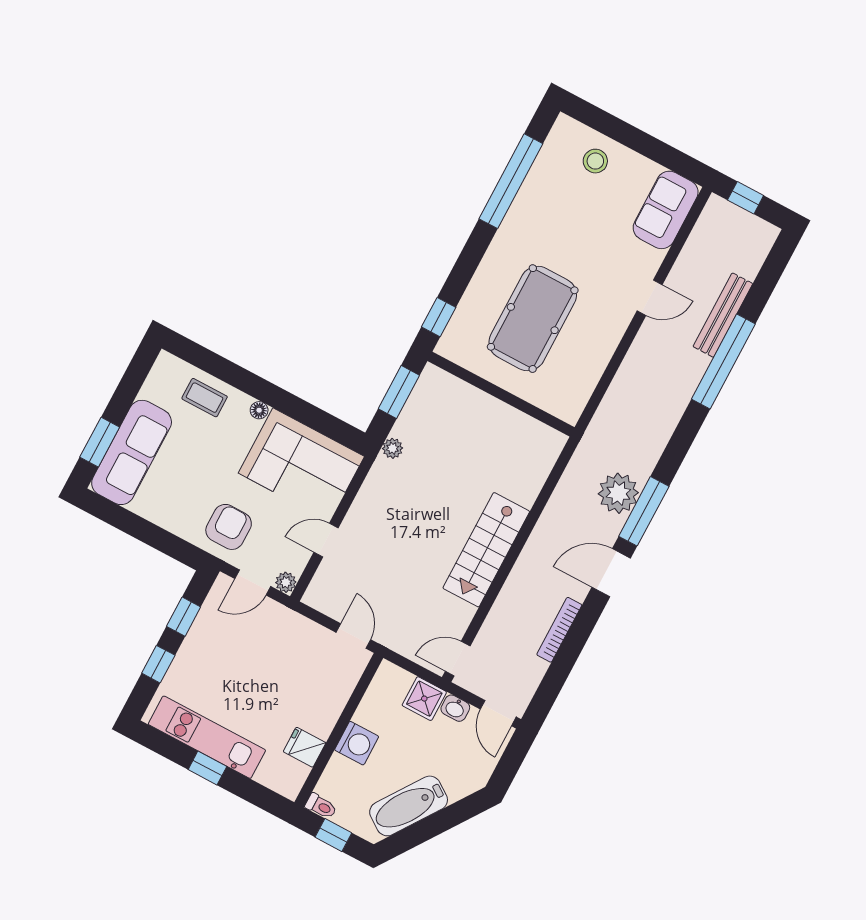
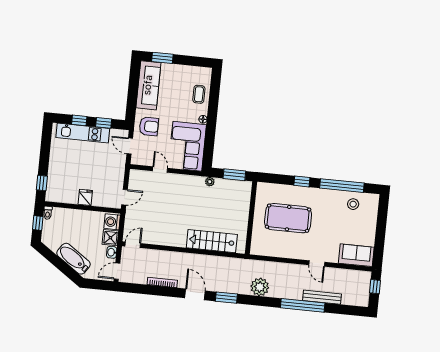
stool: (595, 161) -> (353, 204), moved
window: (439, 317) -> (302, 181), moved
sofa: (132, 452) -> (148, 85), moved, turned -90
plant: (618, 493) -> (260, 287), moved
window: (644, 511) -> (226, 298), width x0.69
stairs: (486, 550) -> (212, 241), moved
plant: (286, 582) -> (135, 160), removed
door: (458, 659) -> (133, 245), hinge flipped
kitchen unit: (207, 737) -> (83, 133), moved, turned 90
washing machine: (357, 743) -> (112, 222), moved, turned 90
fridge: (305, 747) -> (85, 197), moved
window: (207, 768) -> (42, 183), moved
bathtub: (409, 806) -> (74, 259), moved

